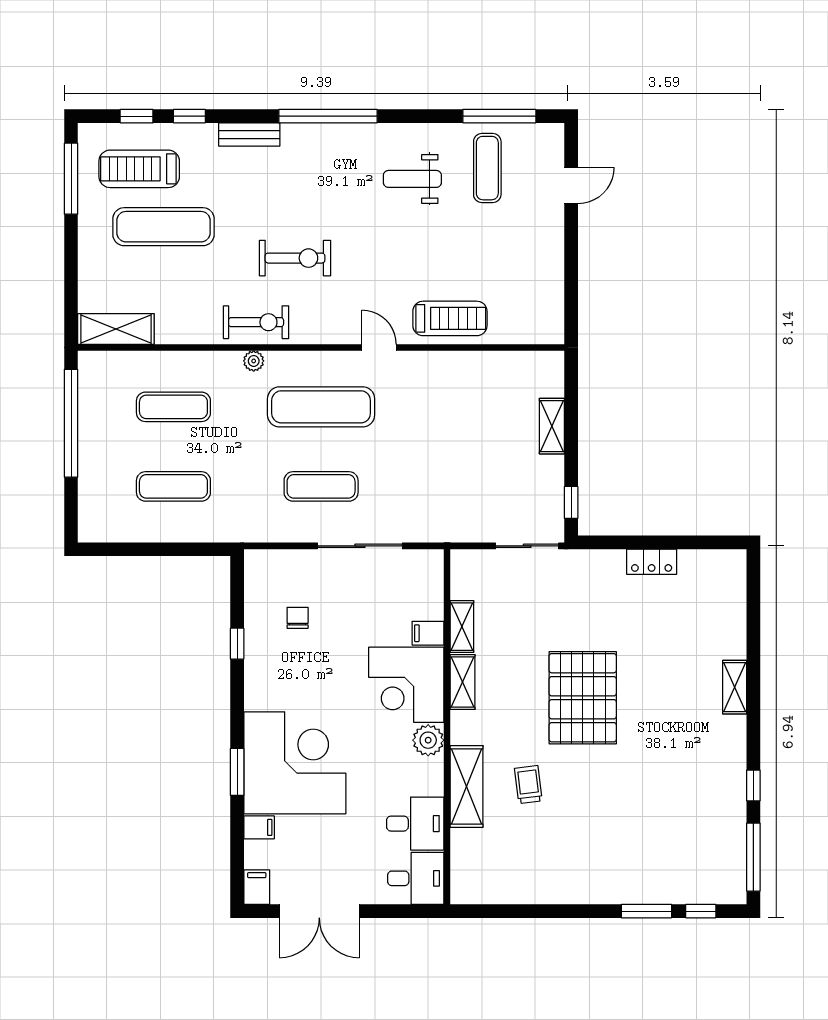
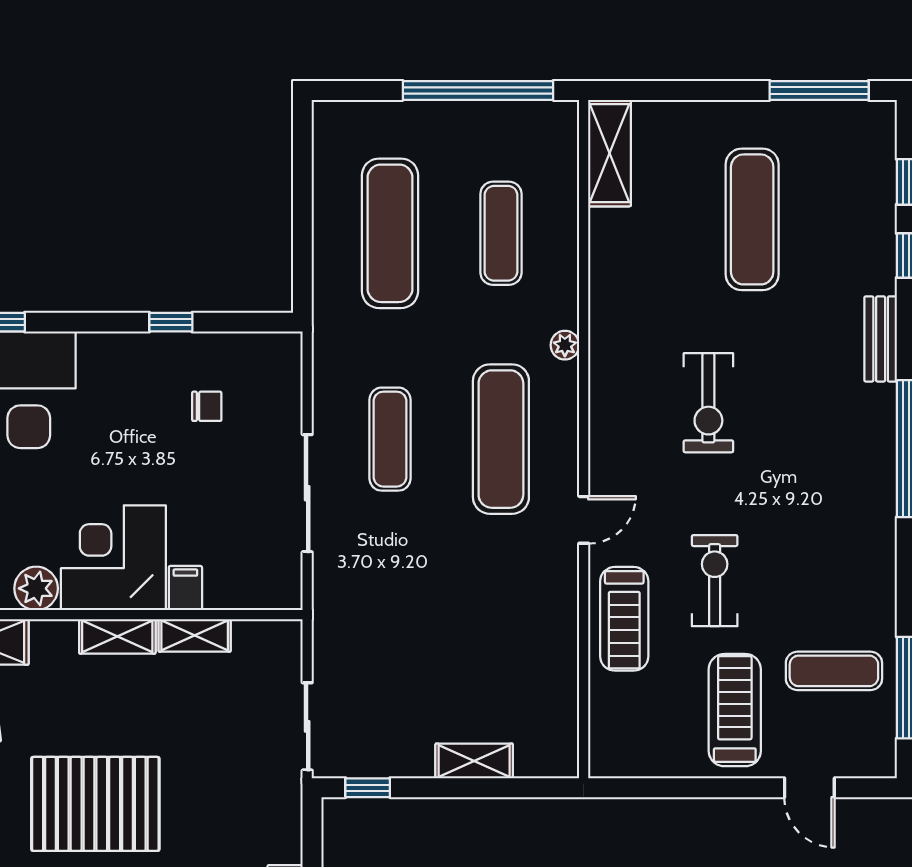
treadmill: (139, 169) -> (735, 710), moved
weight bench: (412, 179) -> (819, 566), removed
exercise bike: (256, 322) -> (715, 581), moved, turned 180
exercise mat: (173, 486) -> (390, 233), width x1.36, depth x1.45

